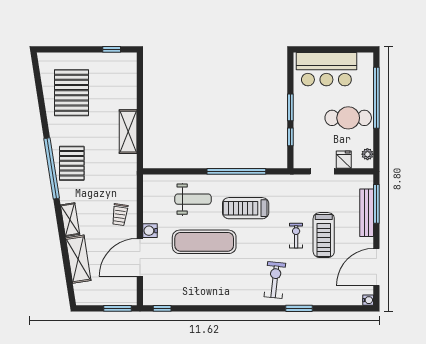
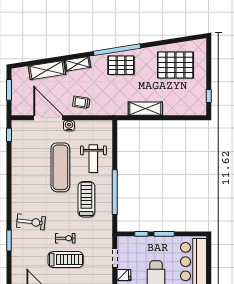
treadmill: (324, 235) -> (66, 260), turned 180
window: (117, 308) -> (9, 90), moved

